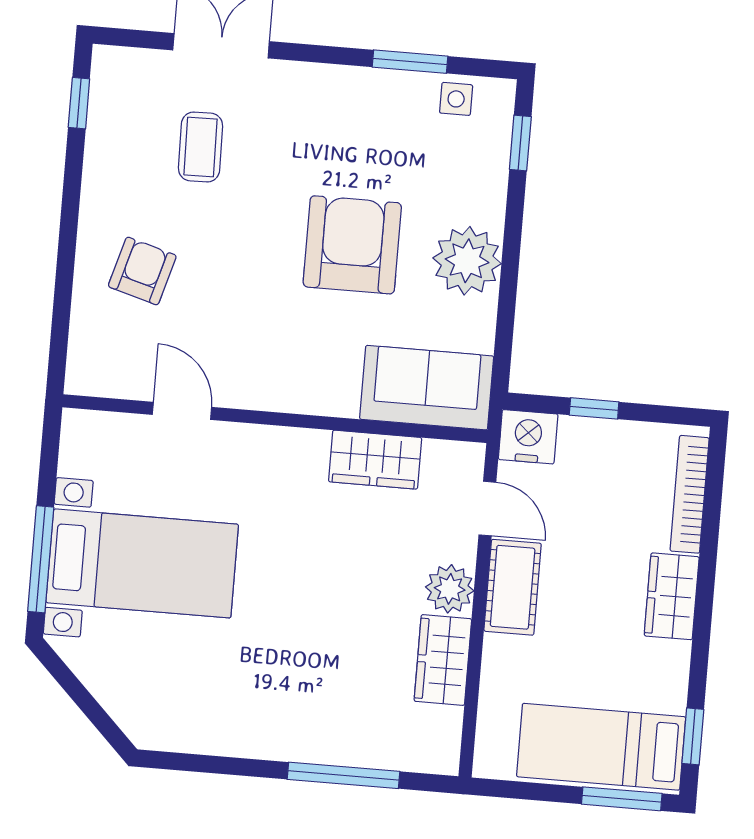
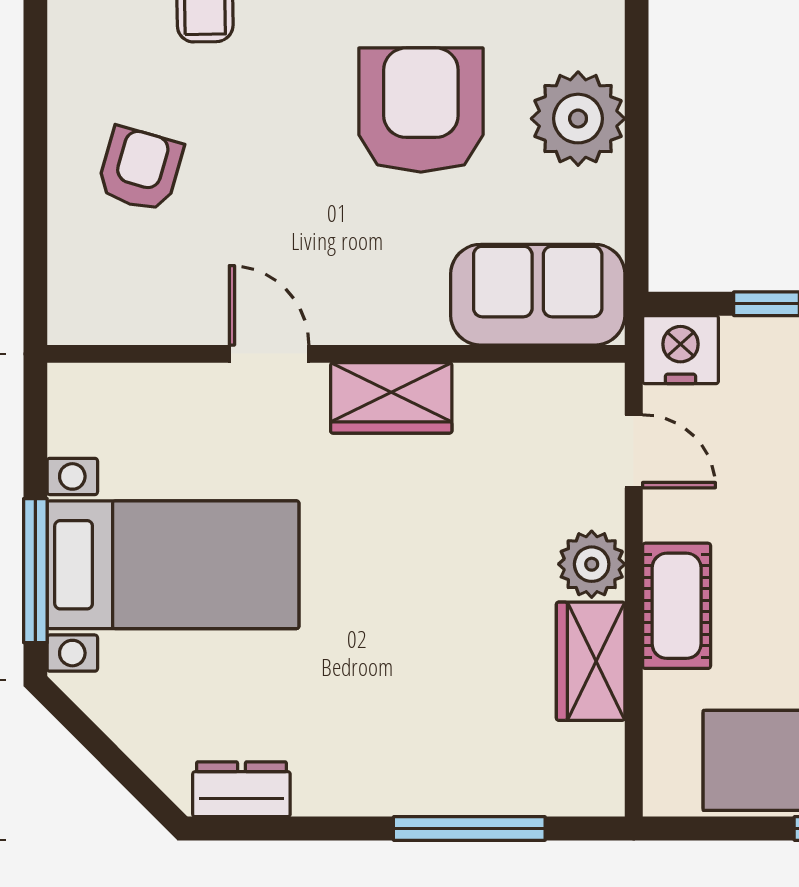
door: (182, 411) -> (269, 354), moved
wardrobe: (375, 460) -> (391, 398), moved
cot: (513, 587) -> (677, 606), moved
dresser: (179, 733) -> (241, 789), added

